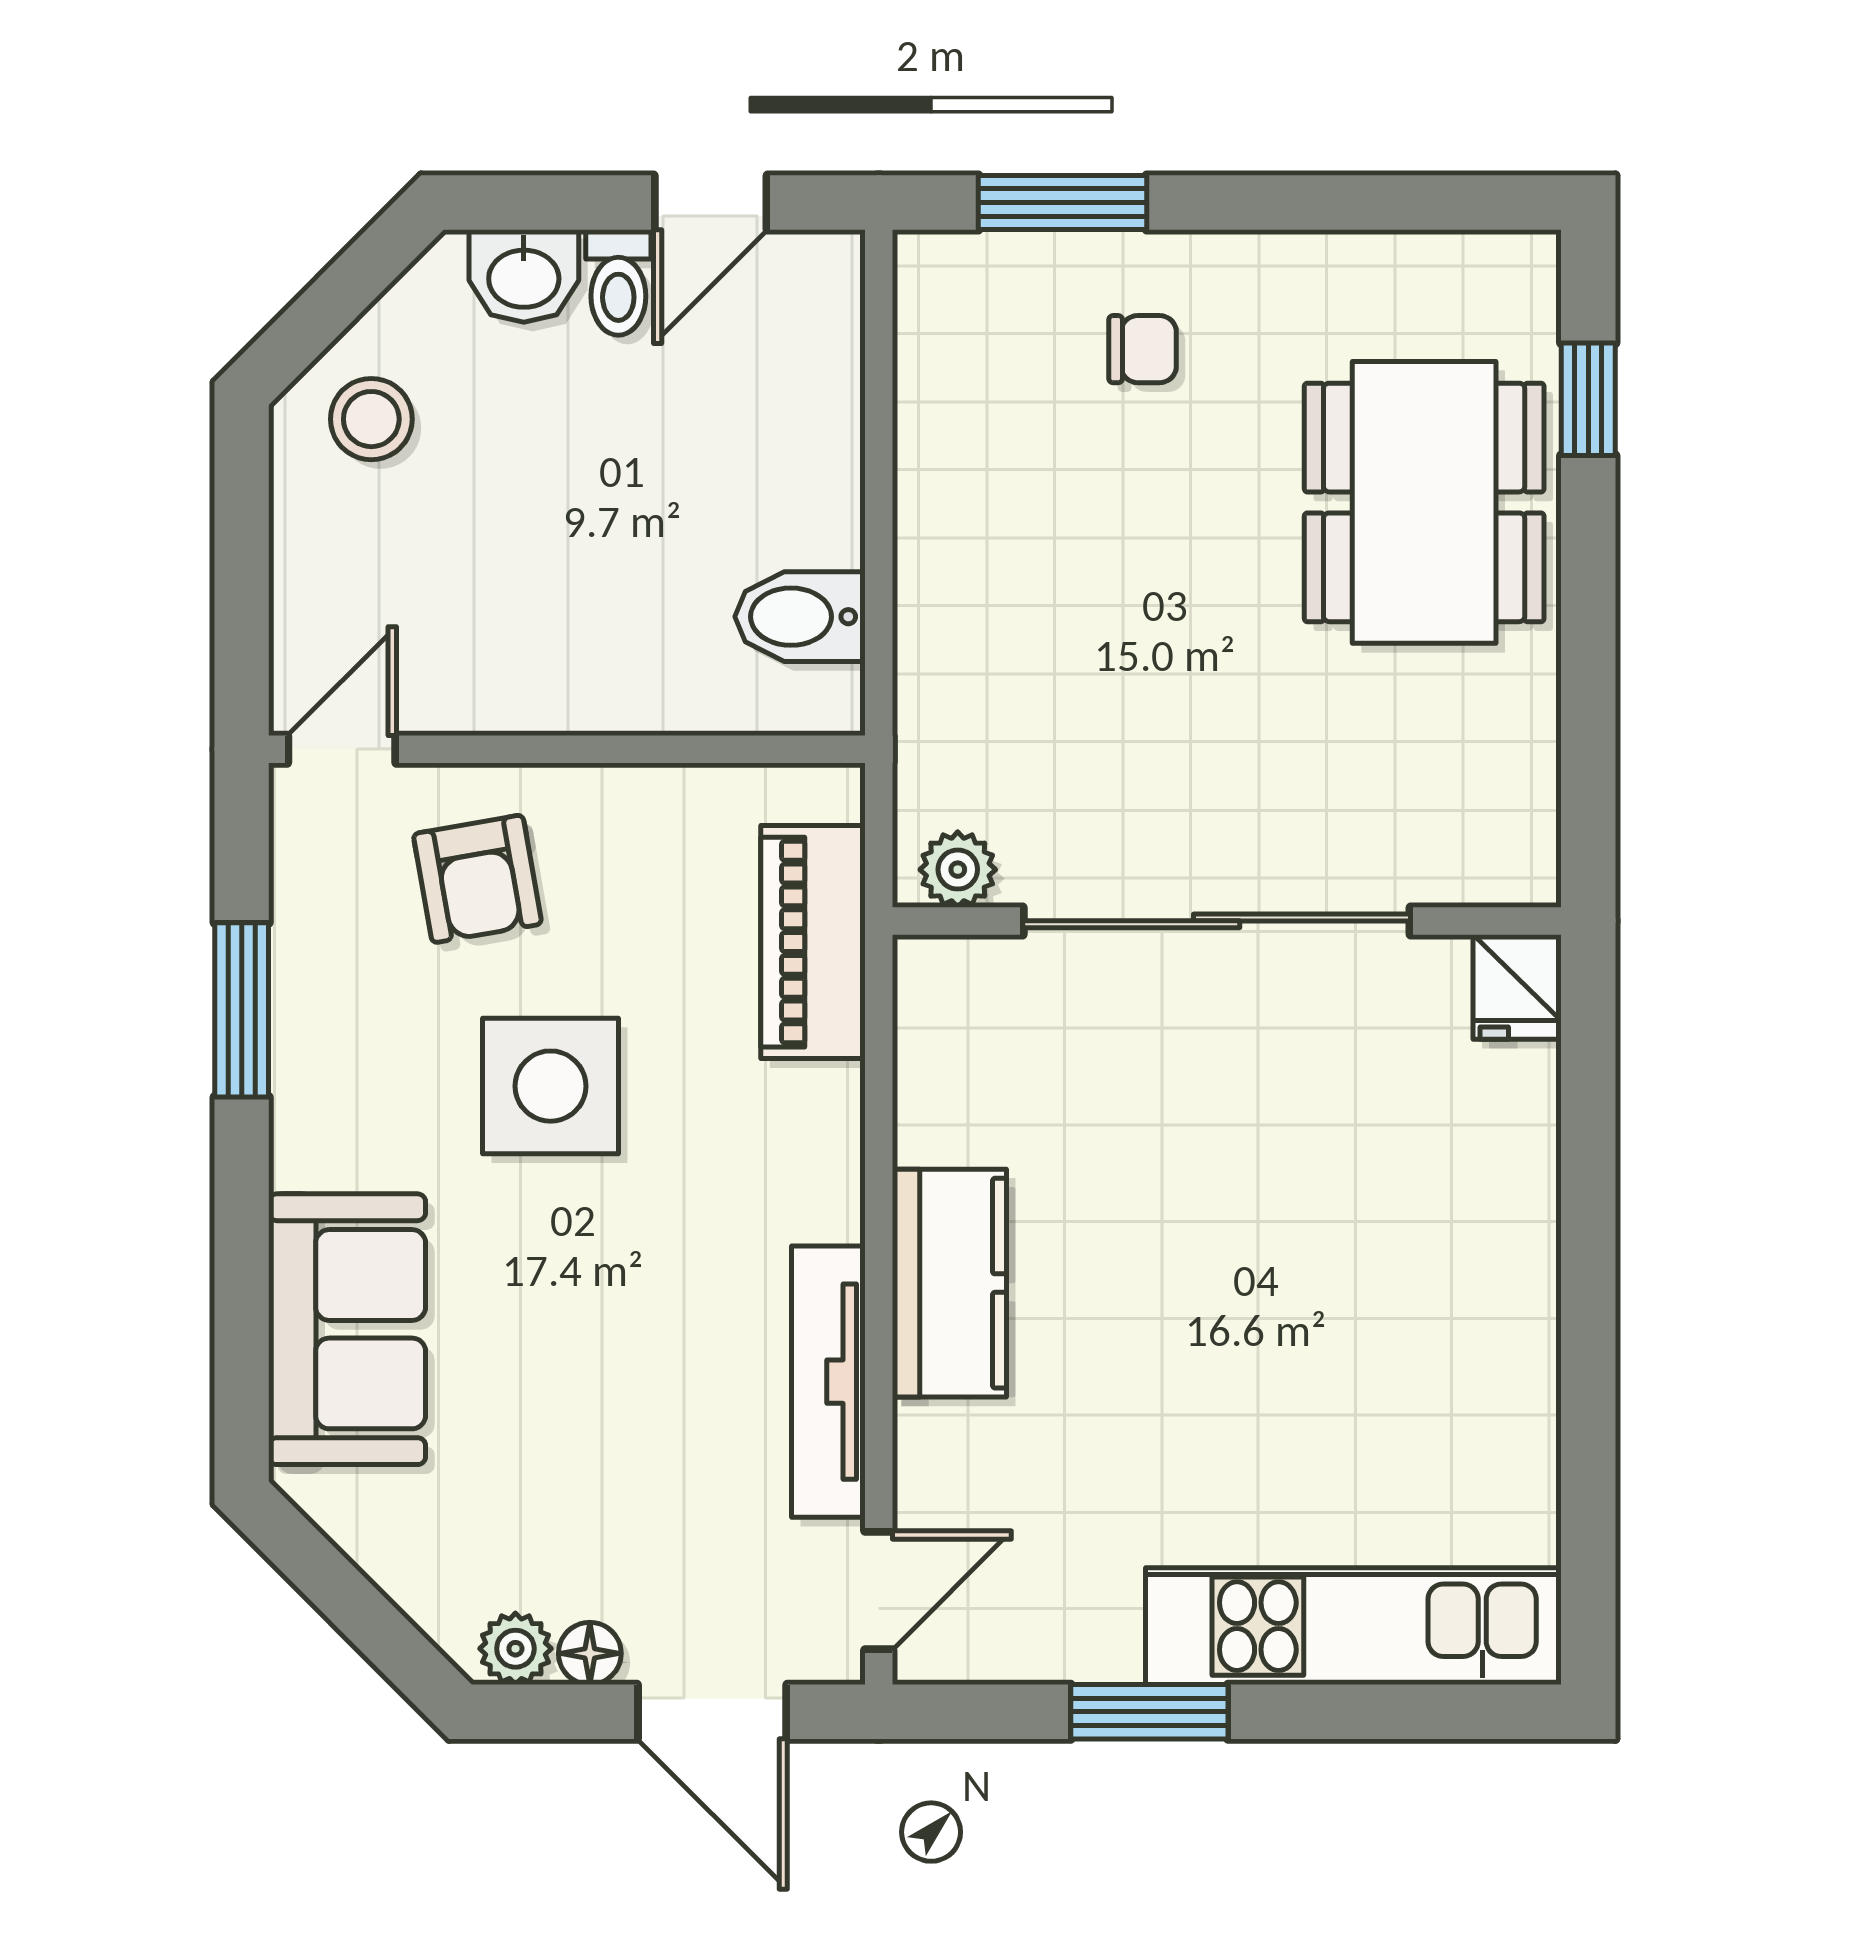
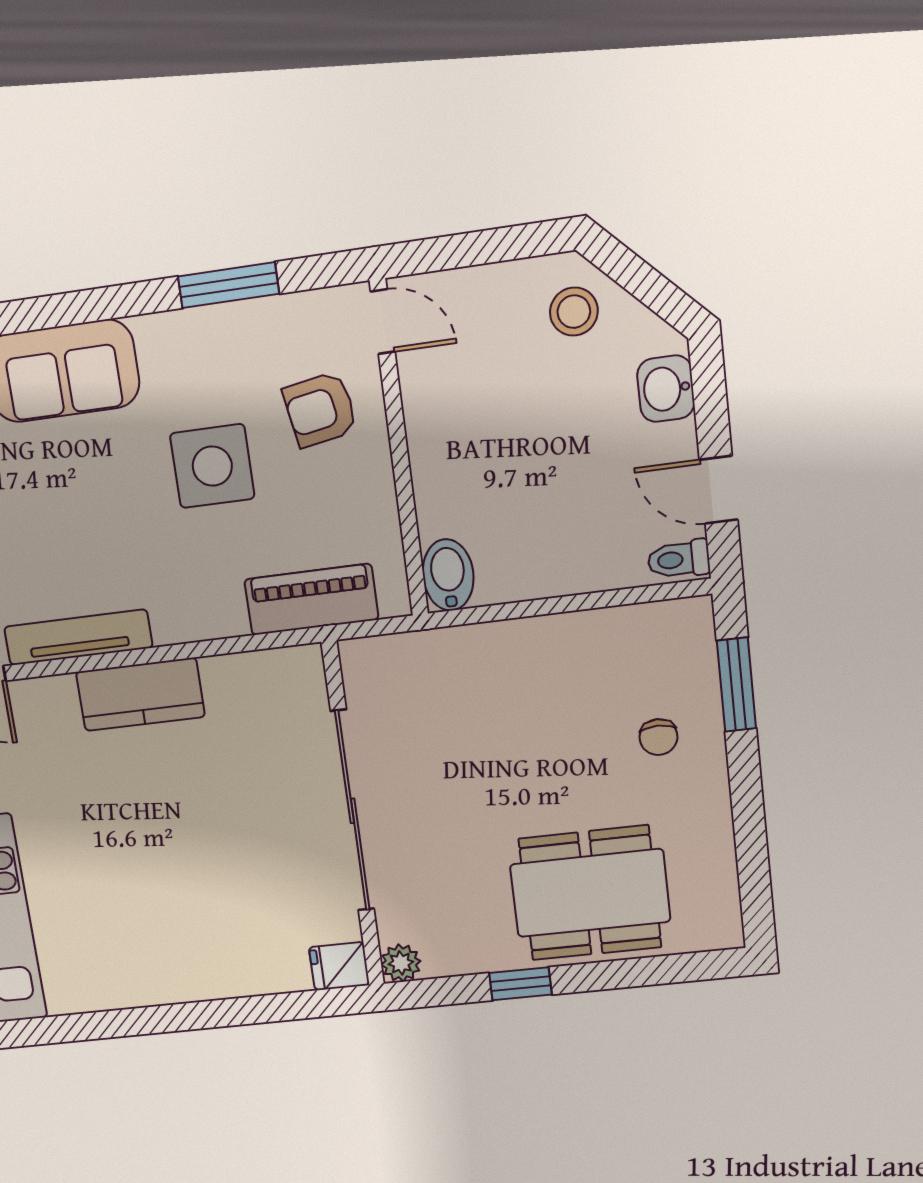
toilet: (618, 282) -> (679, 559), moved
window: (1588, 399) -> (520, 984), moved
bidet: (800, 617) -> (448, 575), moved
plant: (958, 870) -> (401, 963), moved

